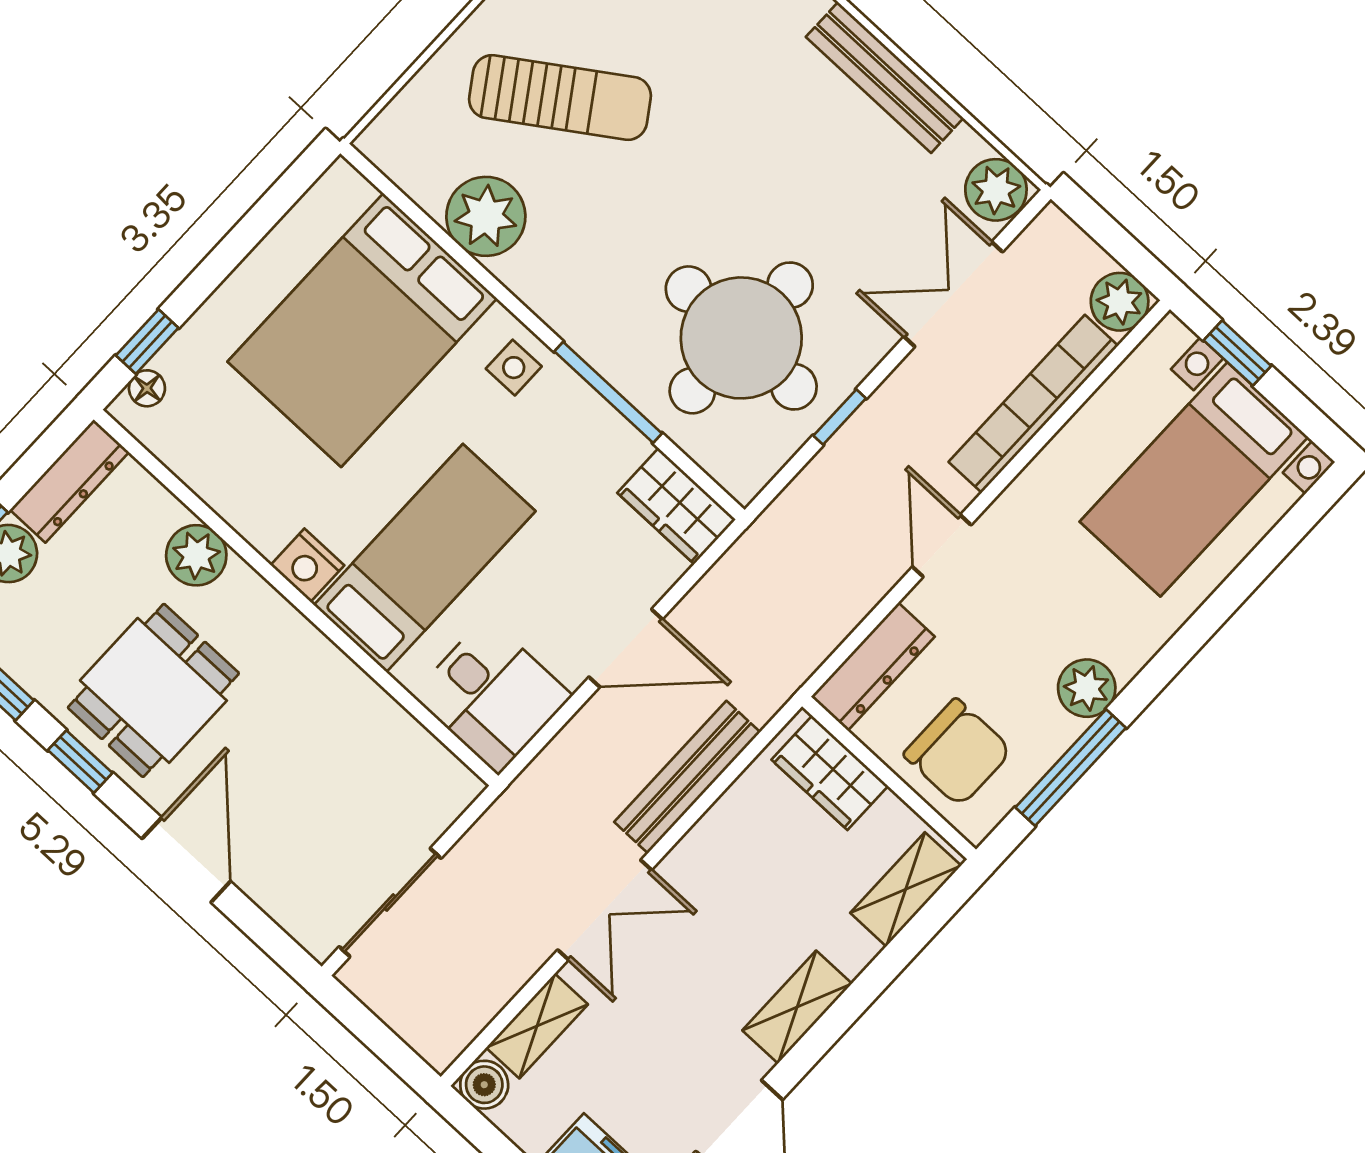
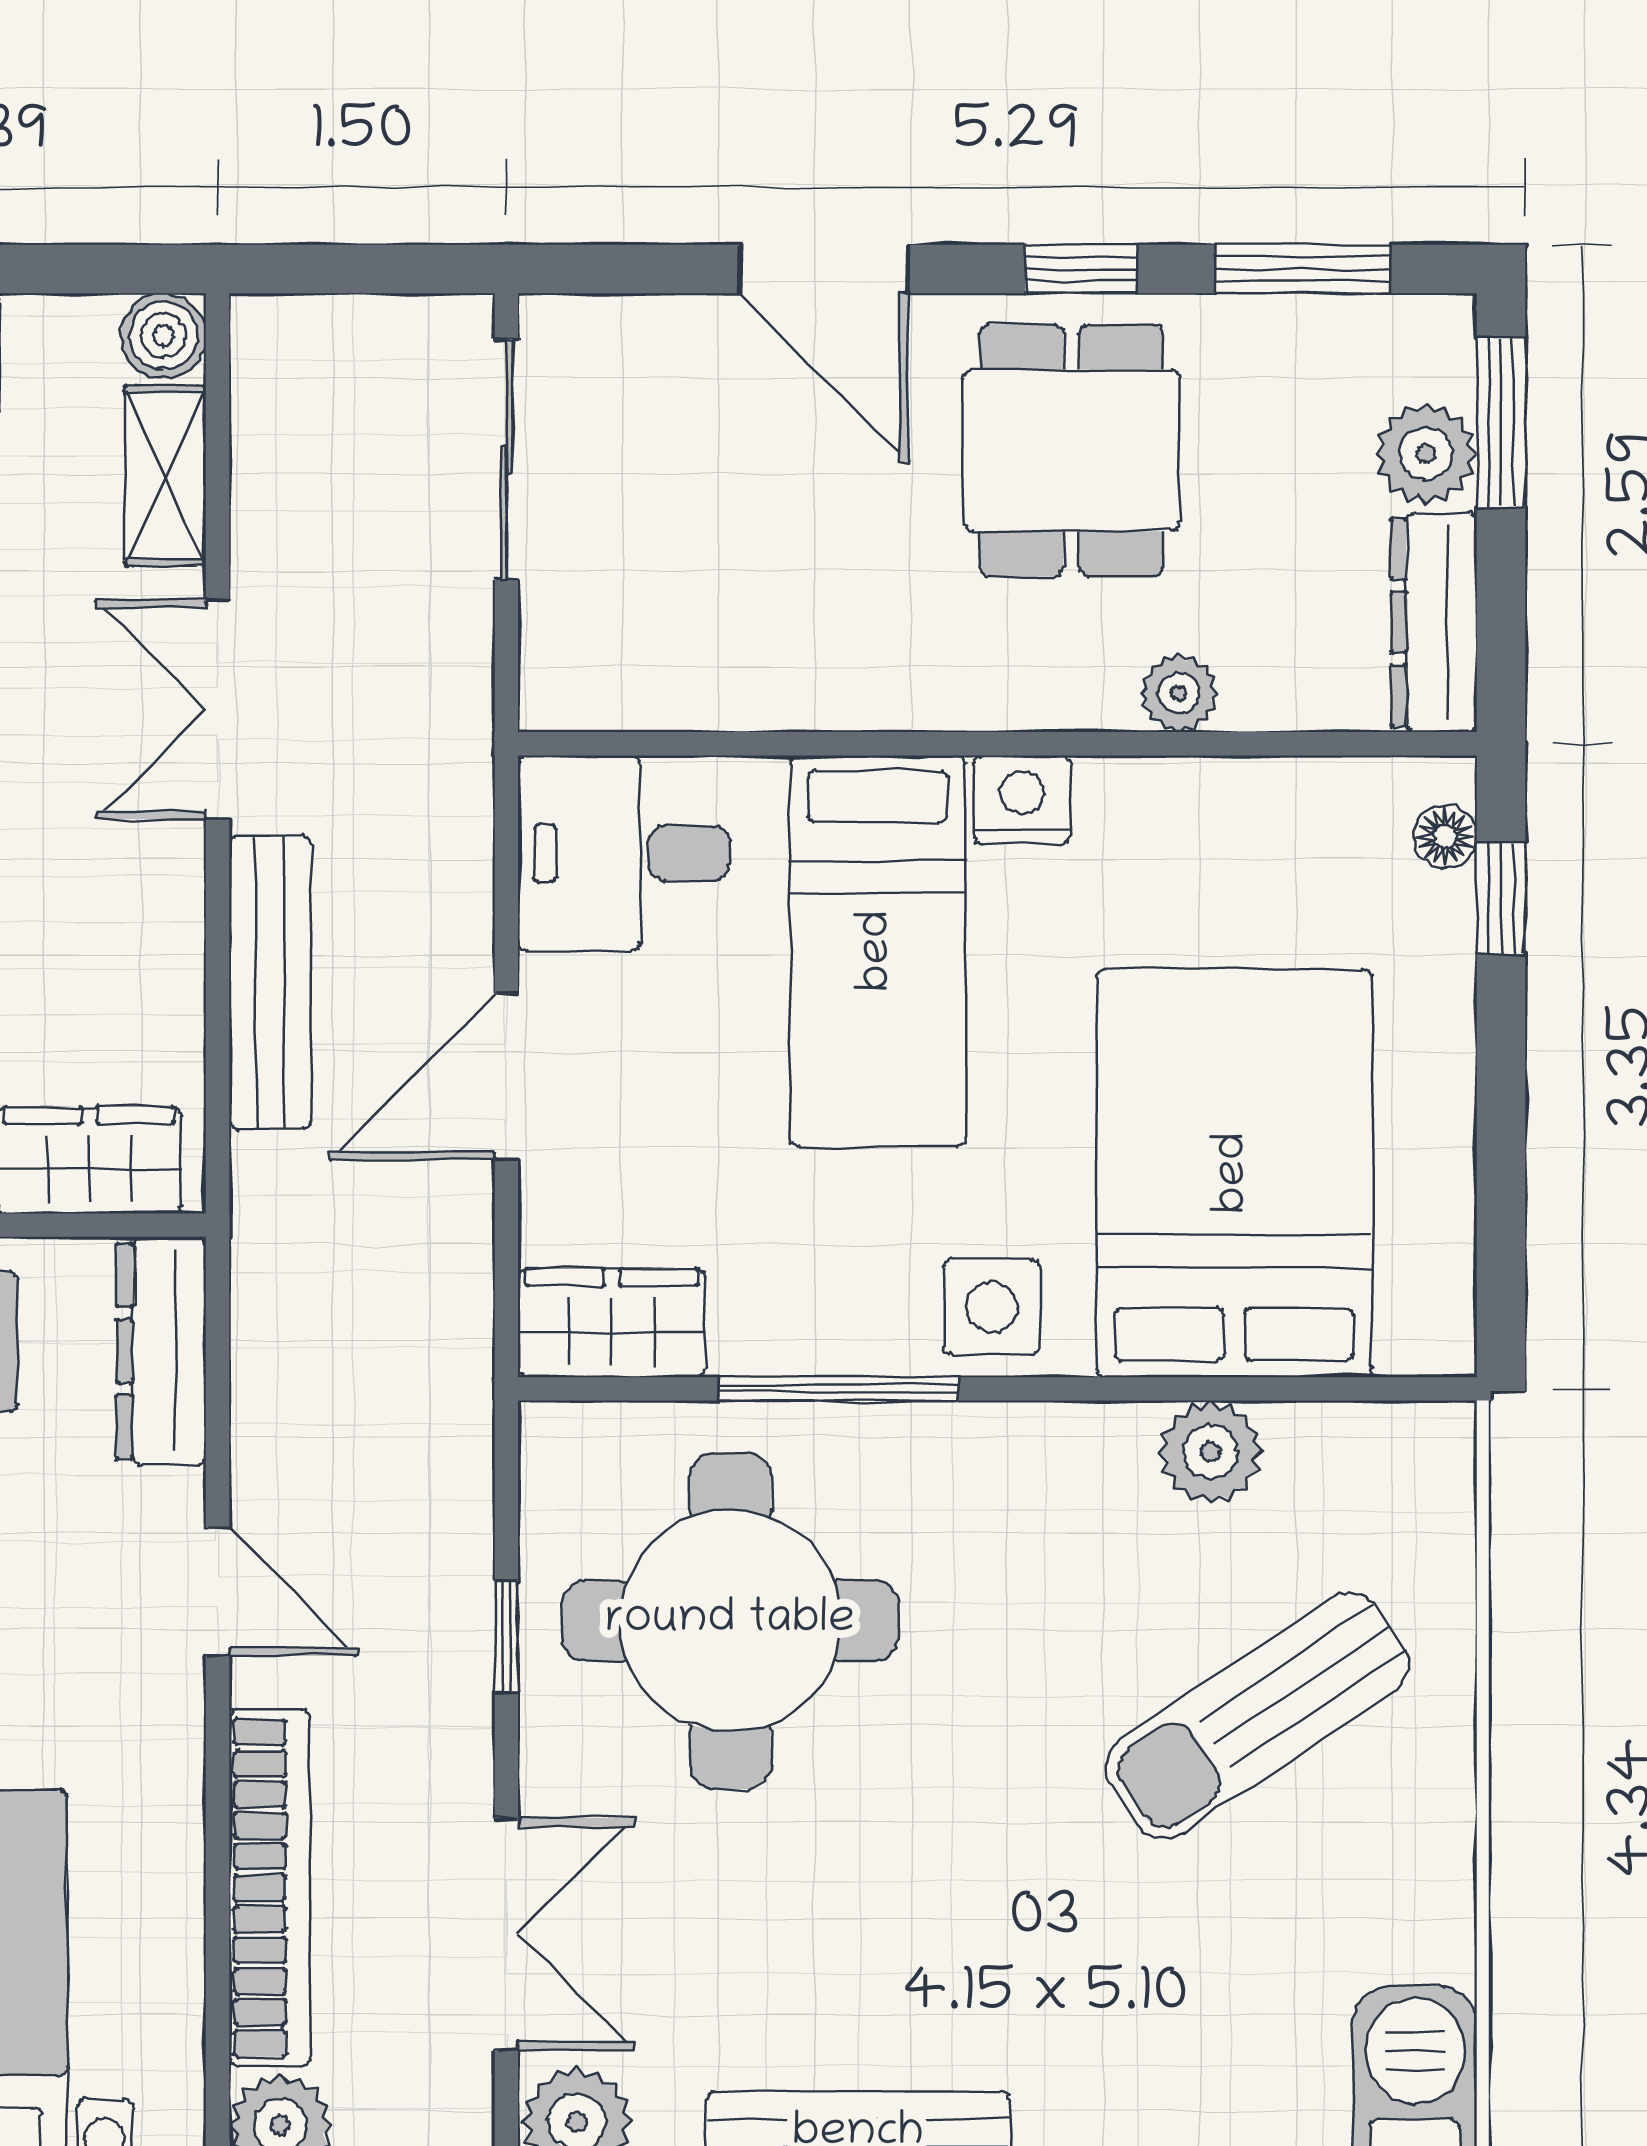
plant: (486, 216) -> (1211, 1452), width x0.73, depth x0.73
side table: (514, 368) -> (991, 1307), width x1.37, depth x1.37
plant: (196, 555) -> (1179, 693), width x0.73, depth x0.73

